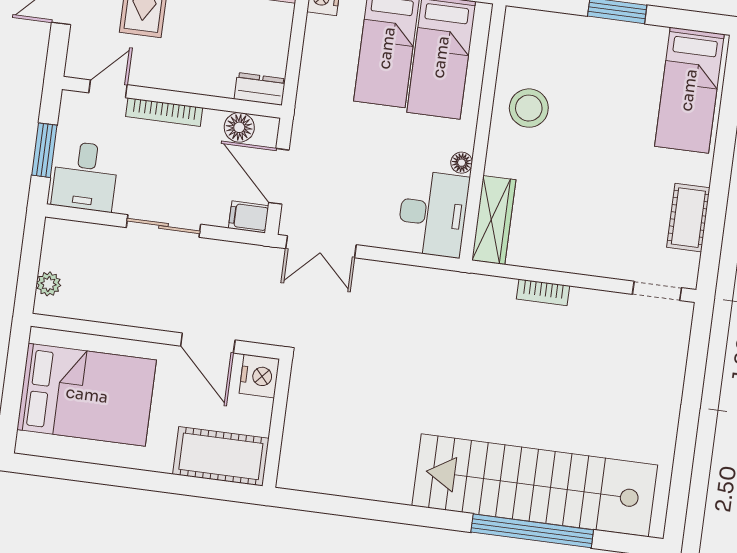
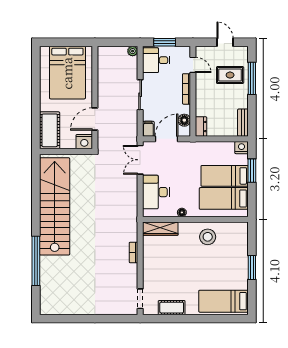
desk: (433, 214) -> (156, 192), moved, turned 90
plant: (49, 284) -> (133, 51), moved
stairs: (535, 485) -> (55, 206), moved

